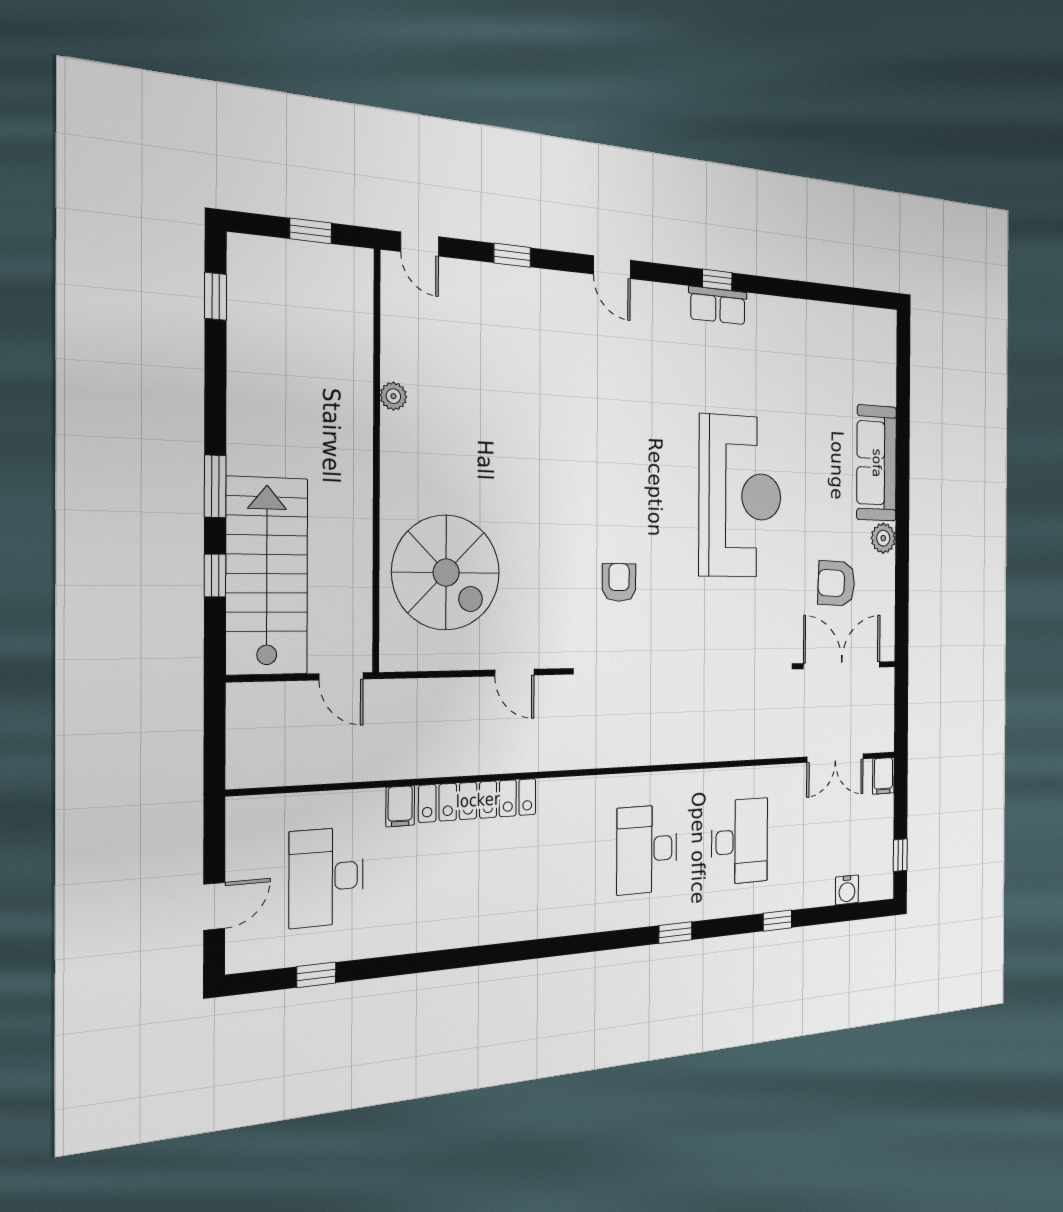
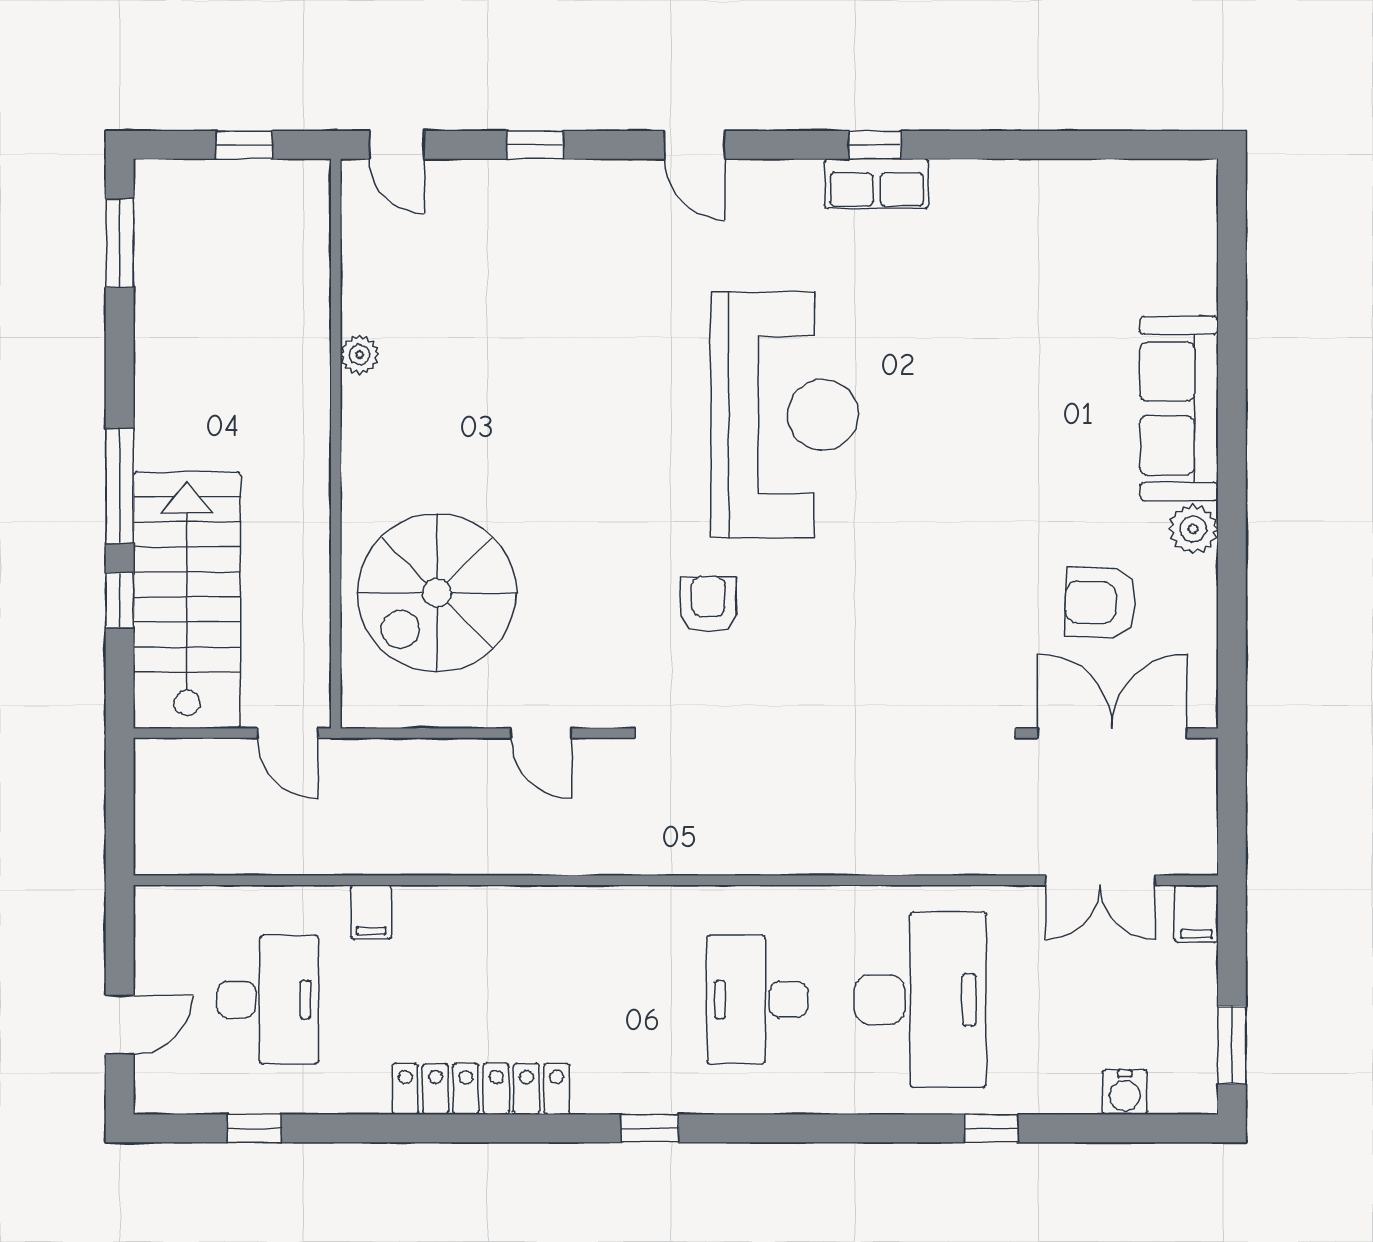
window: (216, 296) -> (120, 243), width x1.50
window: (215, 486) -> (120, 486), width x1.44
reception desk: (740, 496) -> (785, 415), moved
spiral stairs: (446, 572) -> (437, 593), turned 90
locker: (478, 800) -> (481, 1089), moved, turned 180
desk: (740, 841) -> (920, 1000), width x1.36, depth x1.30
window: (900, 855) -> (1232, 1045), width x1.50
desk: (326, 877) -> (268, 1000), turned 180
window: (675, 933) -> (650, 1128), moved

